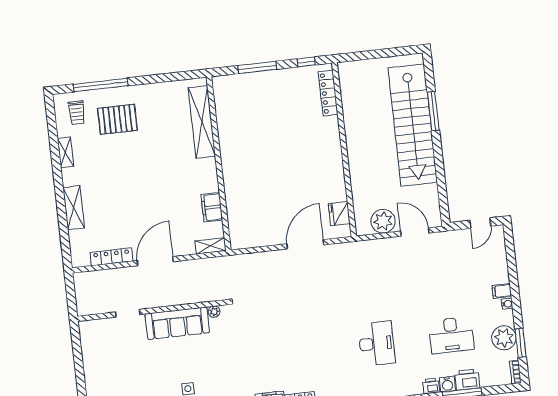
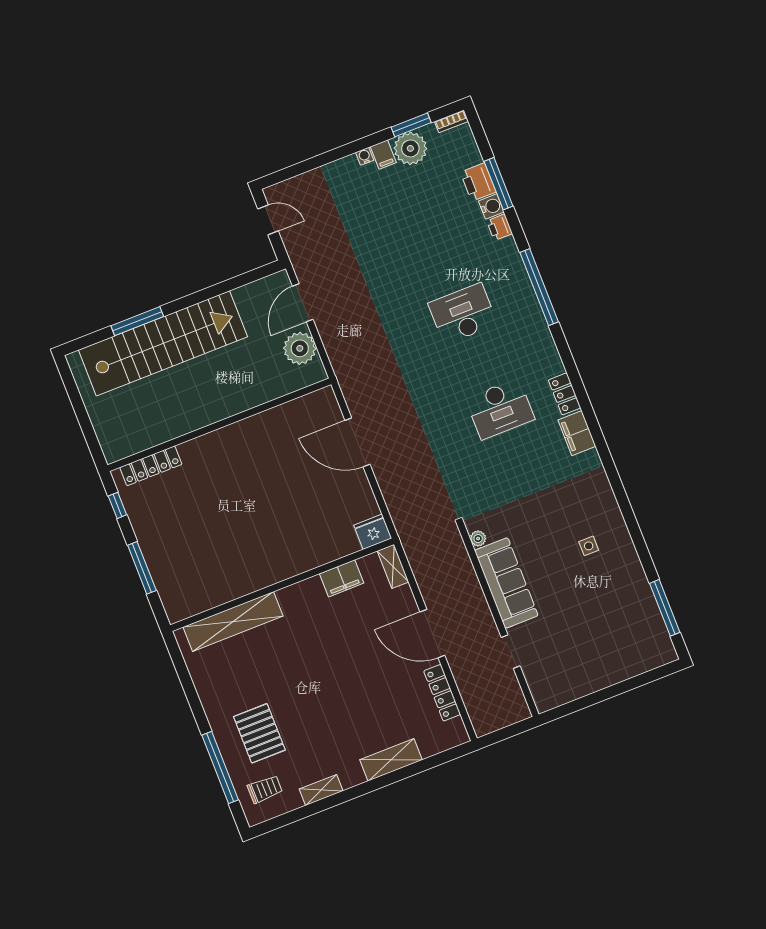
fridge: (339, 214) -> (373, 532), moved, turned 180
filing cabinet: (502, 291) -> (383, 155), moved
desk: (451, 335) -> (500, 409), moved, turned 90

